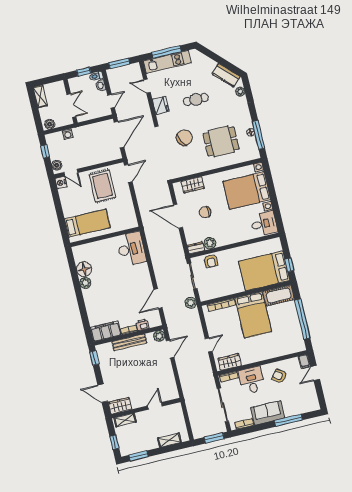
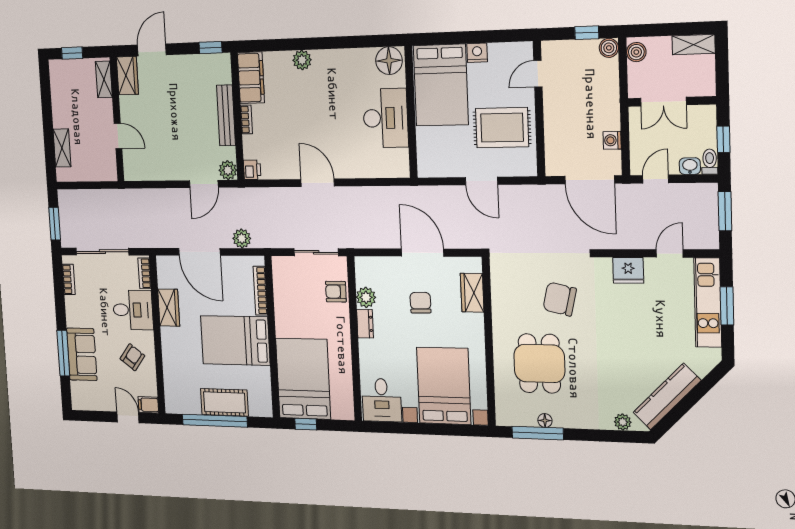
window: (167, 52) -> (727, 306), width x0.69
kitchen counter: (226, 75) -> (667, 397), width x1.50
cafe table: (196, 99) -> (625, 338), removed
door: (111, 101) -> (655, 179), swing flipped
washing machine: (68, 134) -> (612, 140), moved
chair: (184, 138) -> (560, 299), turned 130
boiler: (57, 165) -> (609, 48), moved
door: (128, 173) -> (481, 181), moved
nightstand: (61, 183) -> (477, 53), moved
door: (178, 216) -> (423, 253), hinge flipped
bed: (87, 223) -> (441, 85), width x1.50
dresser: (196, 248) -> (365, 324), moved
desk: (131, 249) -> (386, 118), moved, turned -90
floor lamp: (84, 269) -> (389, 61), moved
plant: (85, 283) -> (302, 60), moved
cot: (279, 295) -> (224, 402), moved, turned 90
door: (158, 299) -> (318, 183), moved
plant: (191, 303) -> (242, 238), moved
printer: (142, 325) -> (252, 170), moved
door: (209, 345) -> (199, 252), width x1.87
door: (170, 349) -> (204, 184), hinge flipped
wardrobe: (230, 362) -> (169, 308), moved
sofa: (268, 413) -> (82, 354), moved
window: (139, 456) -> (46, 90), removed

